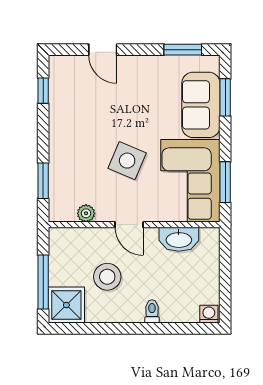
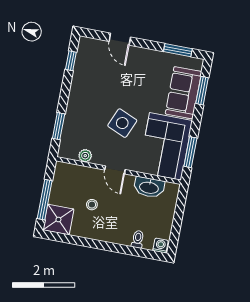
stool: (107, 277) -> (92, 205), width x0.53, depth x0.53
toilet: (152, 311) -> (138, 239), moved

